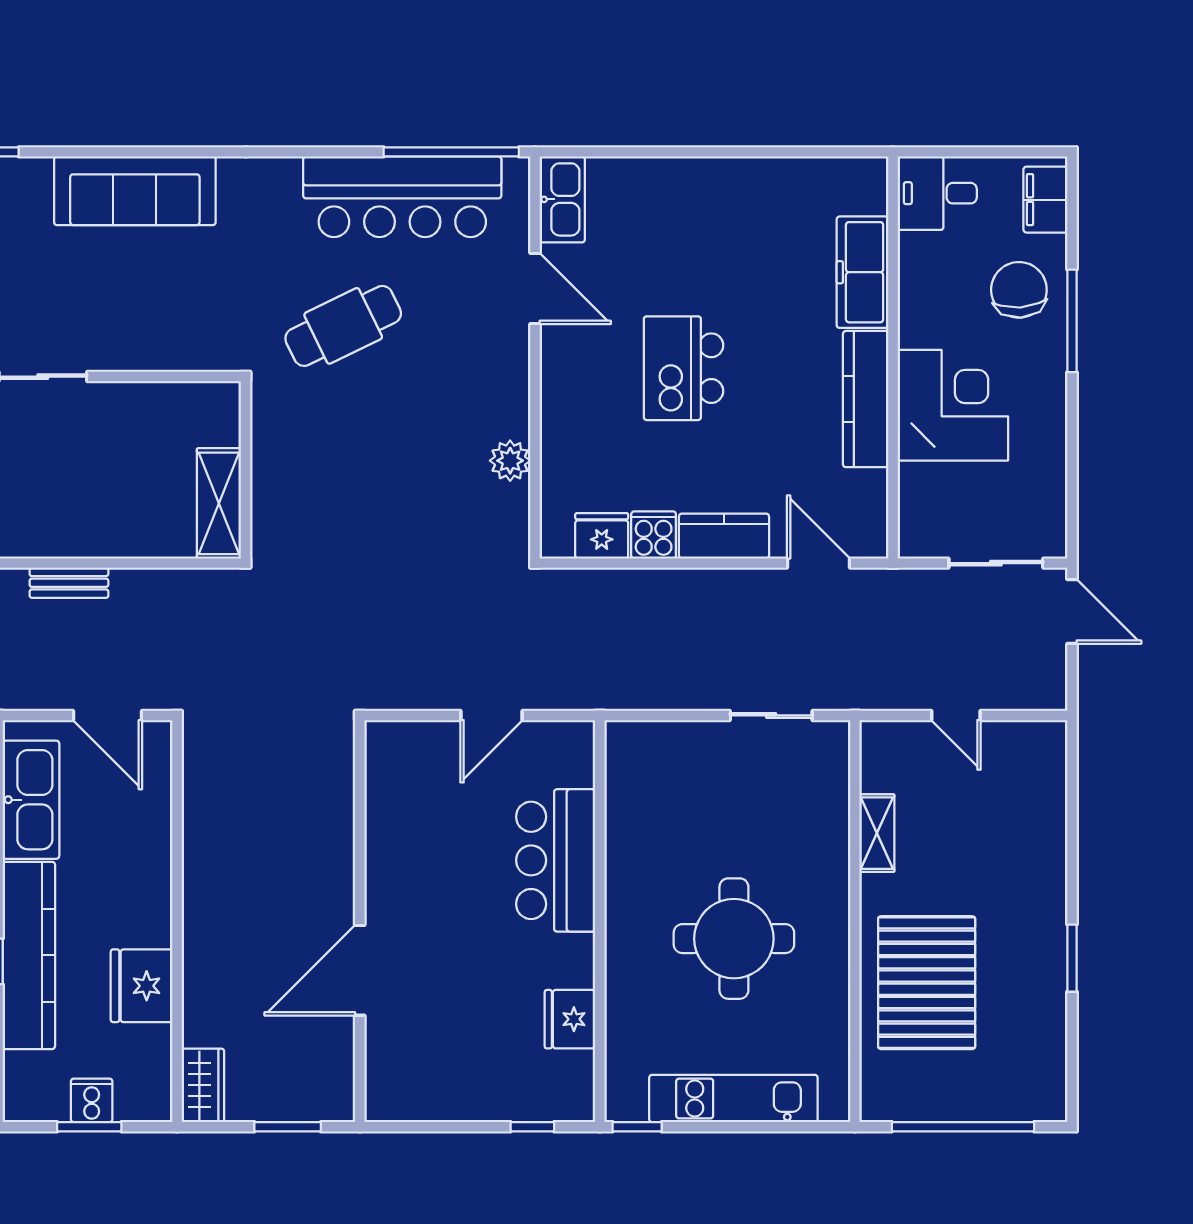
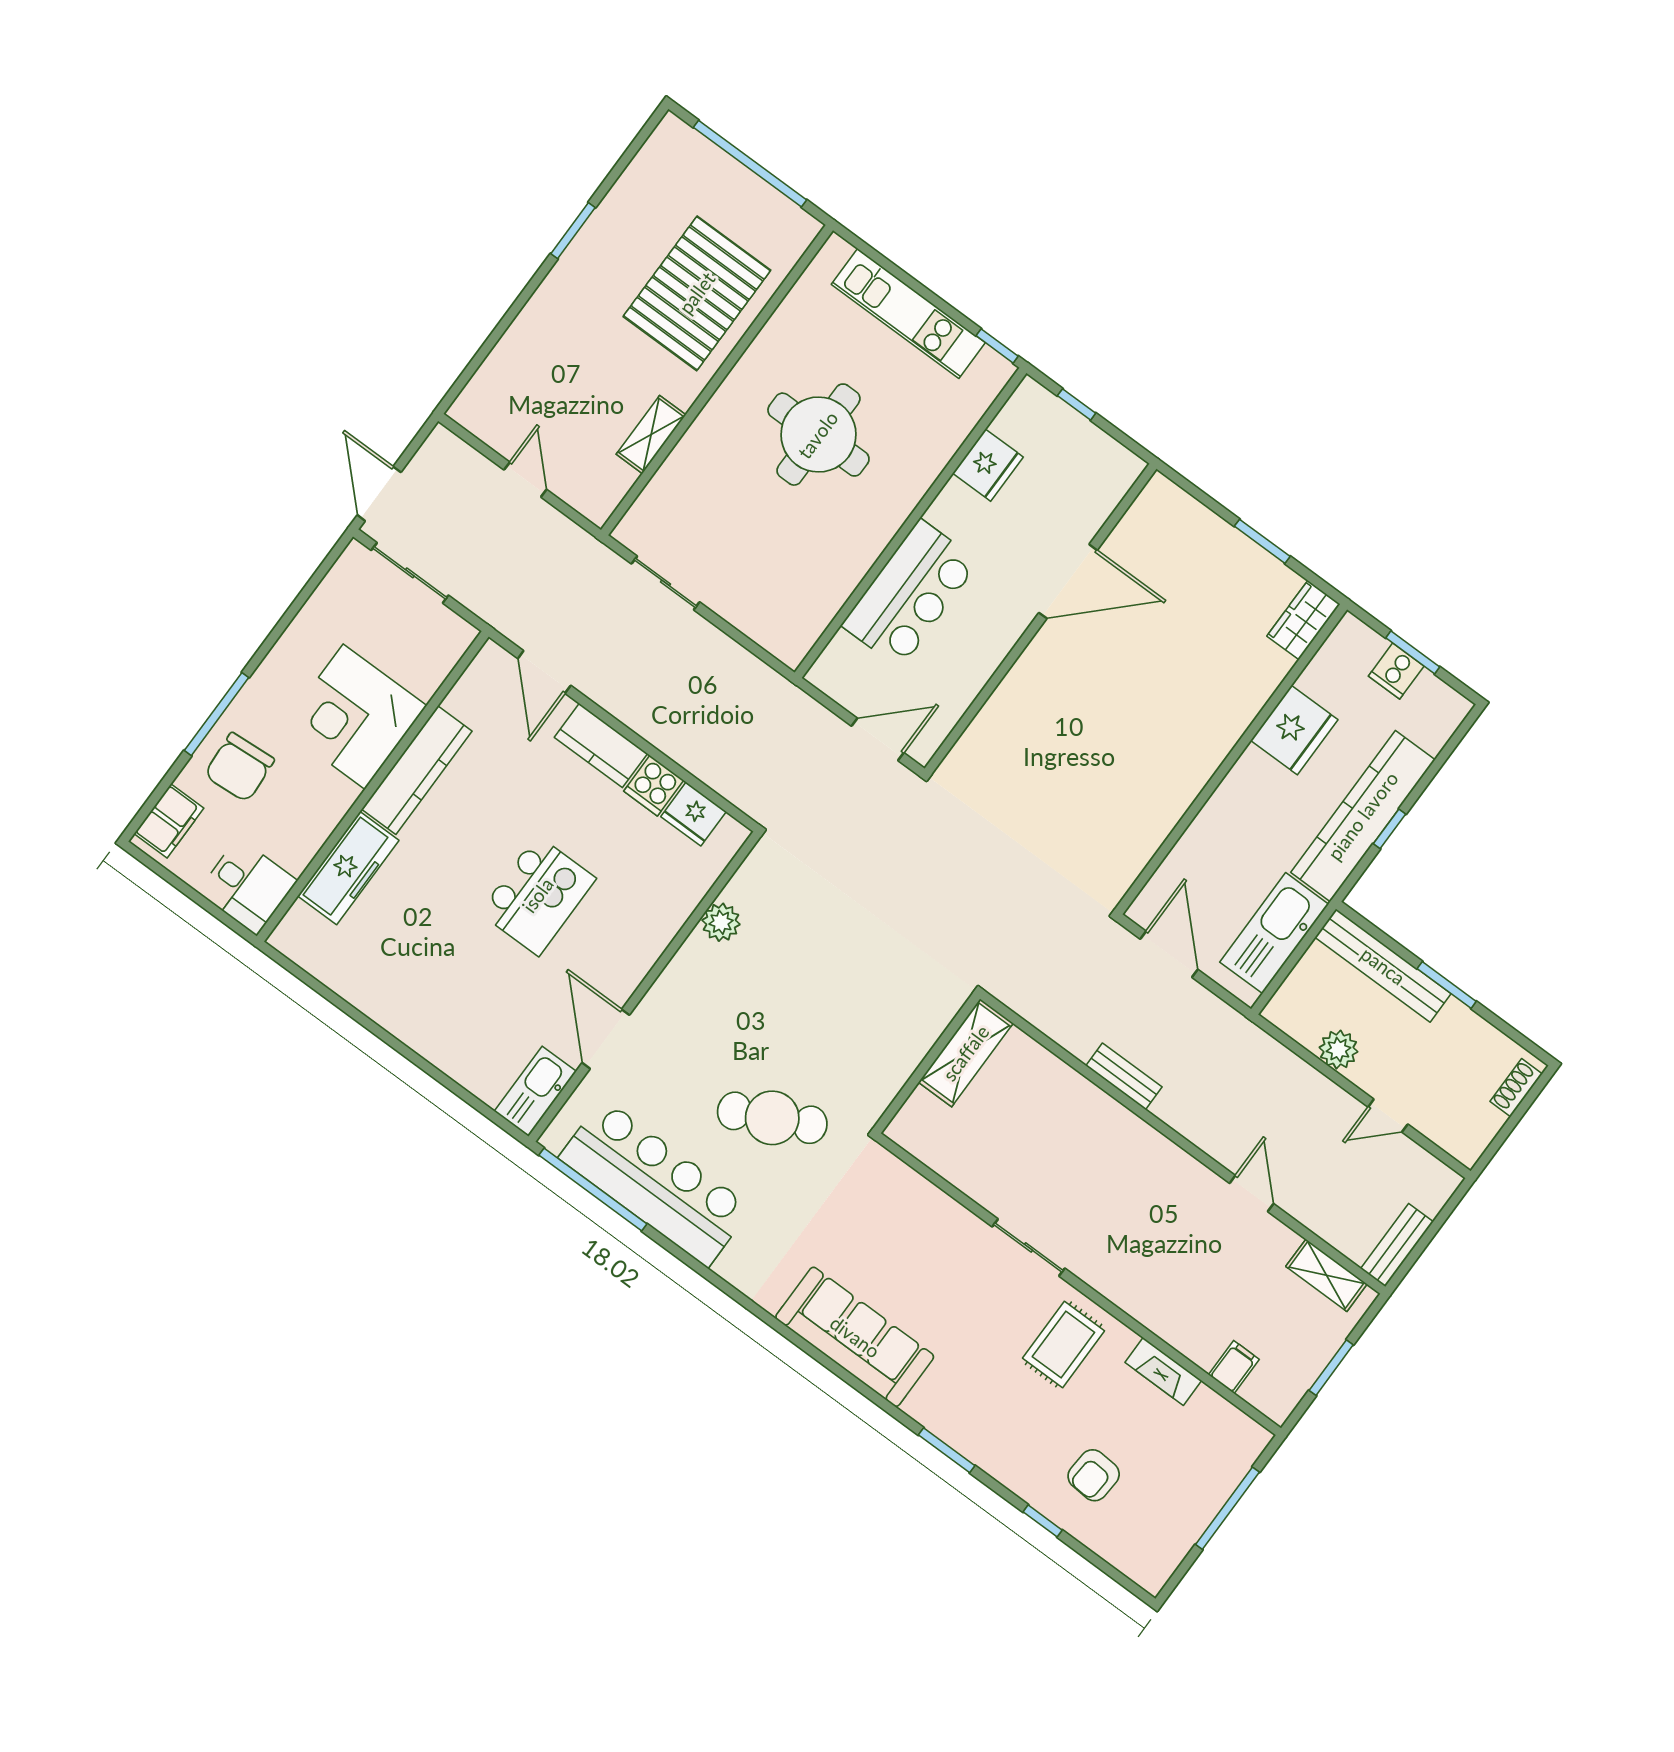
wall: (360, 921) -> (1041, 619), moved
door: (360, 970) -> (1068, 581), moved

